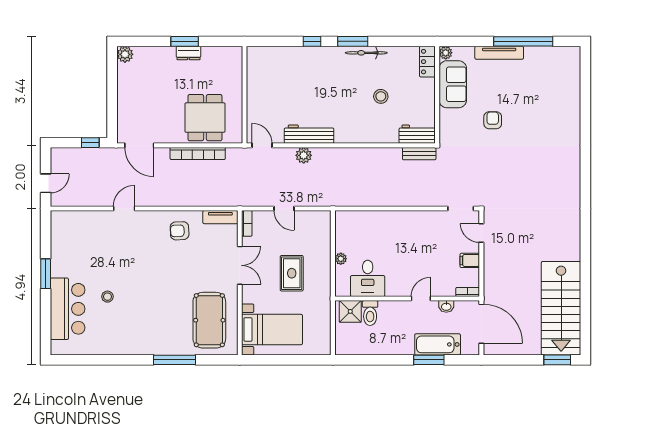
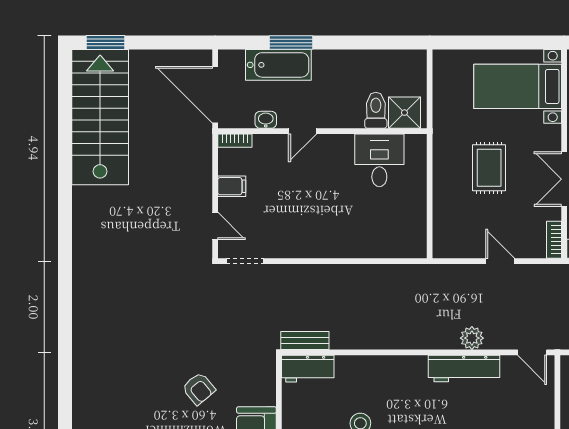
armchair: (493, 120) -> (199, 389), turned -40
plant: (341, 259) -> (418, 189), removed

